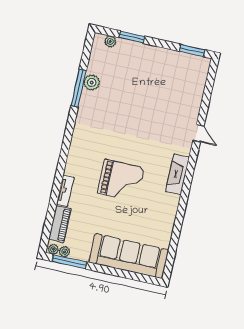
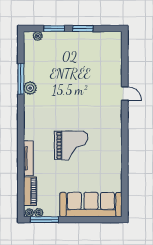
window: (192, 51) -> (83, 28), moved
plant: (92, 83) -> (30, 88), moved
fireplace: (178, 174) -> (115, 130), removed
tv unit: (65, 191) -> (28, 158), width x1.41

